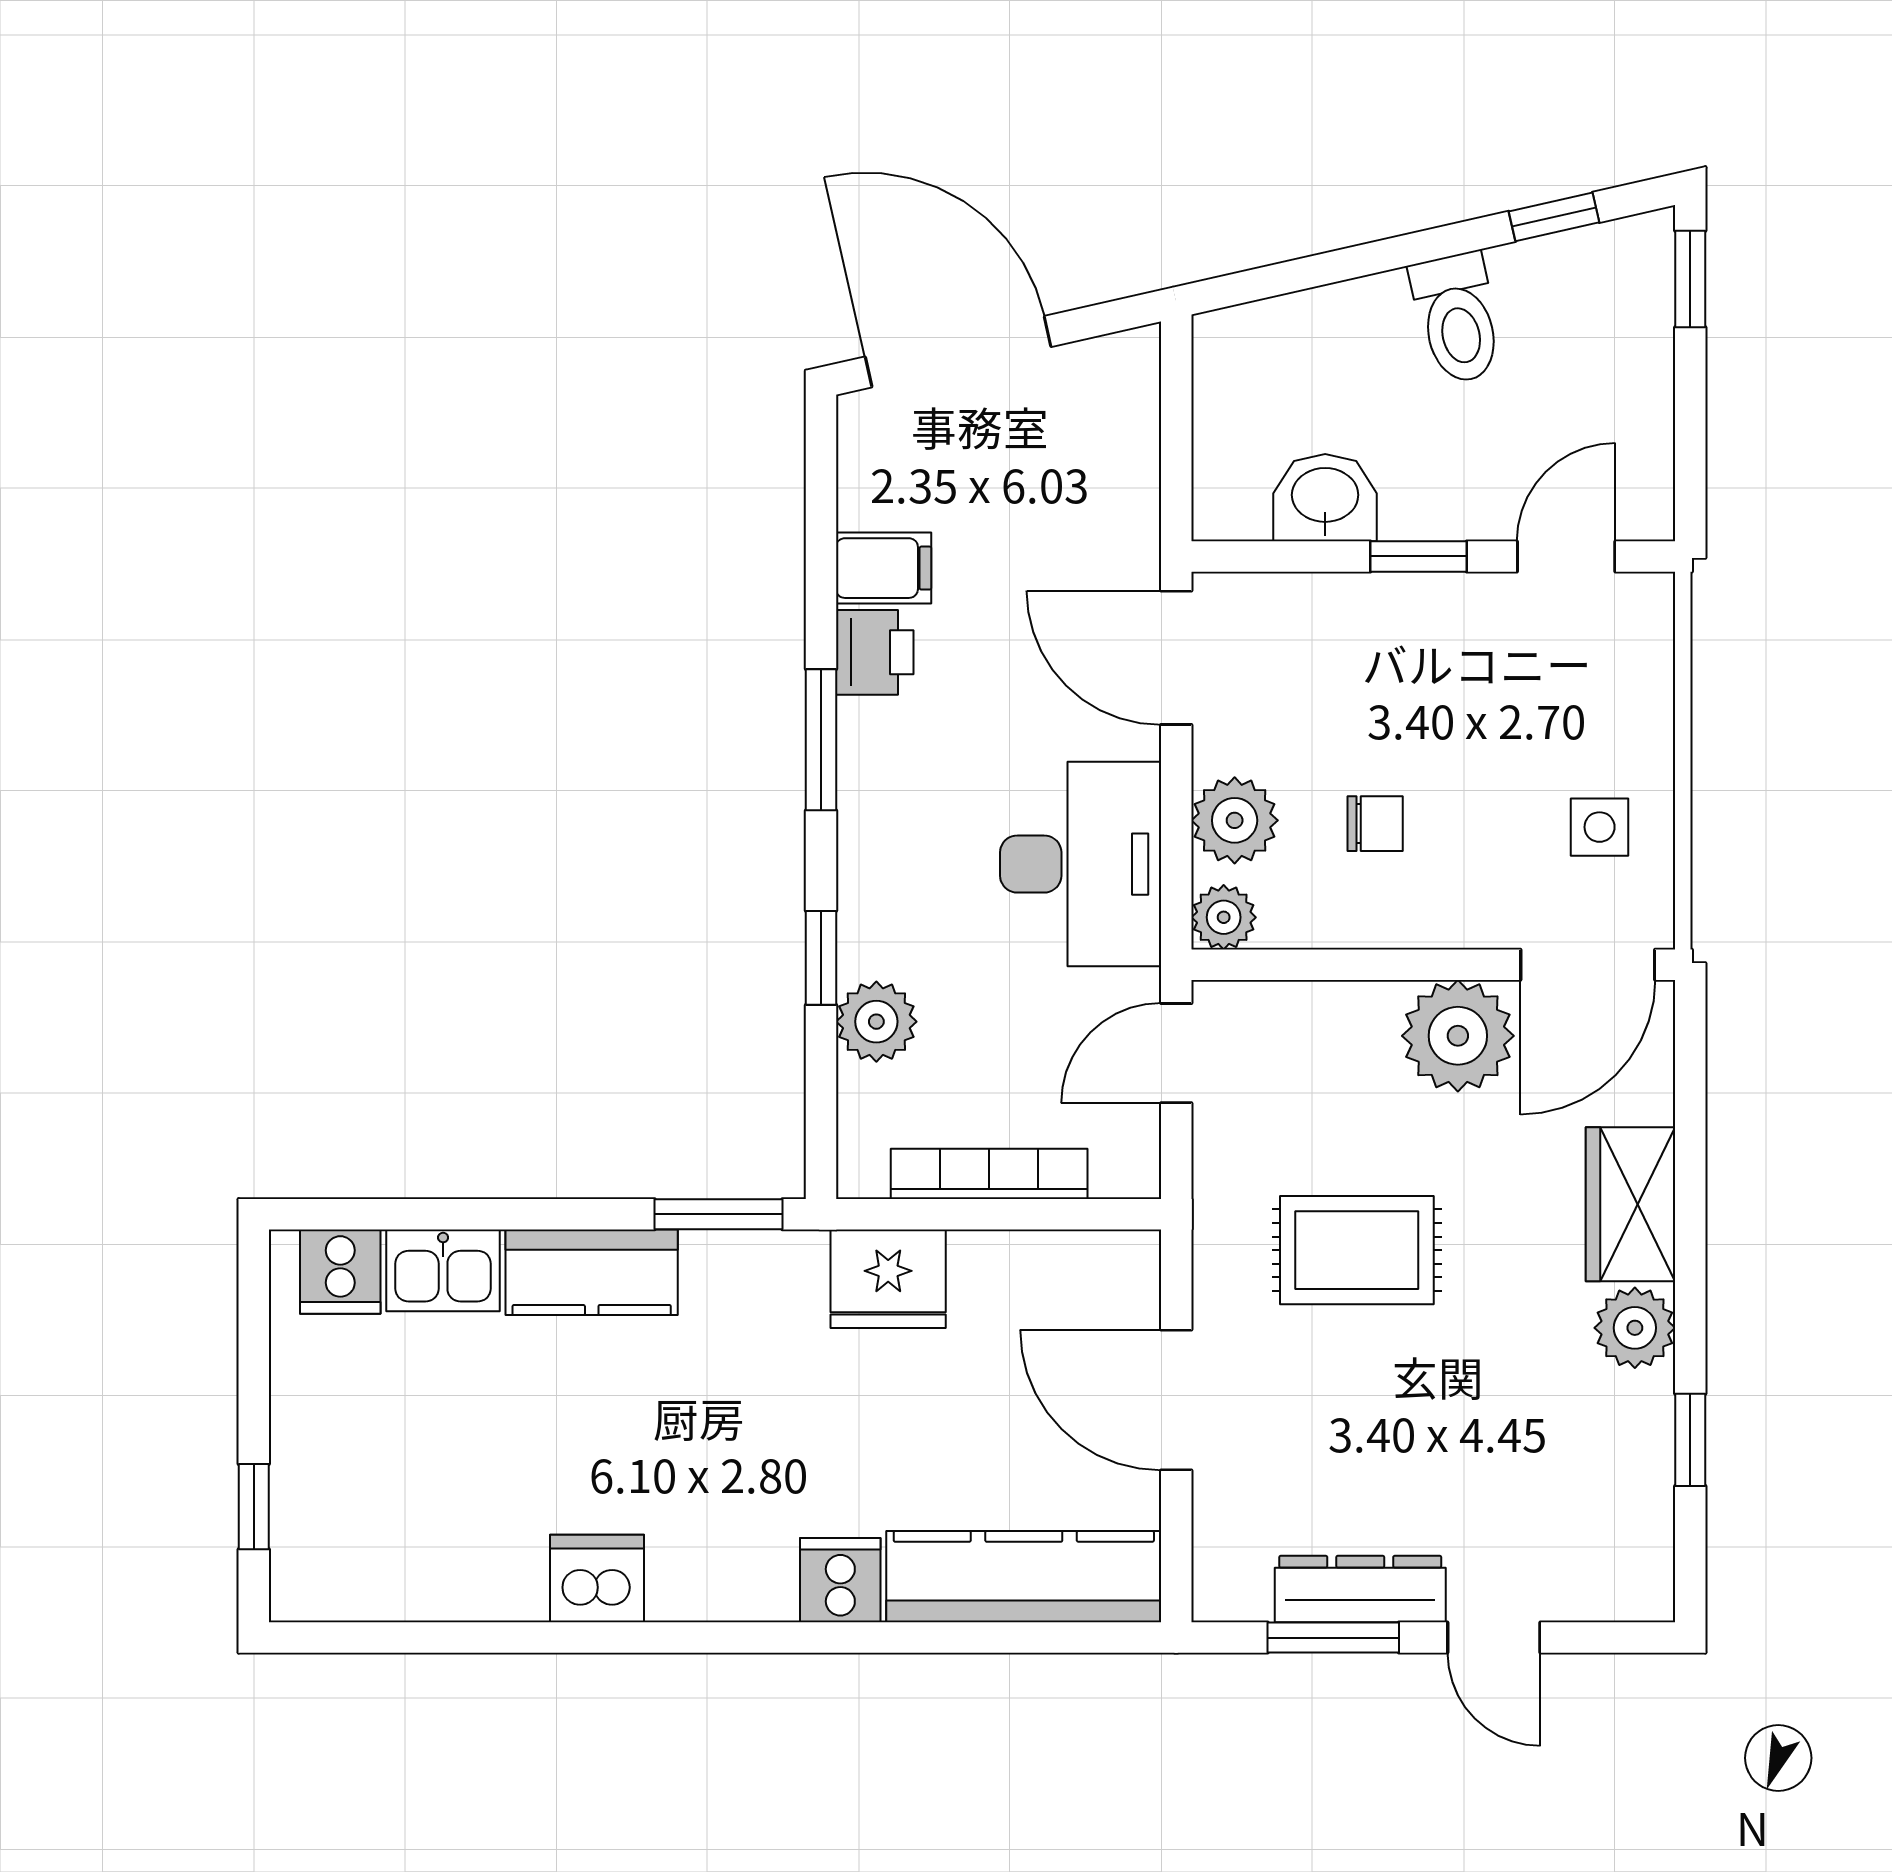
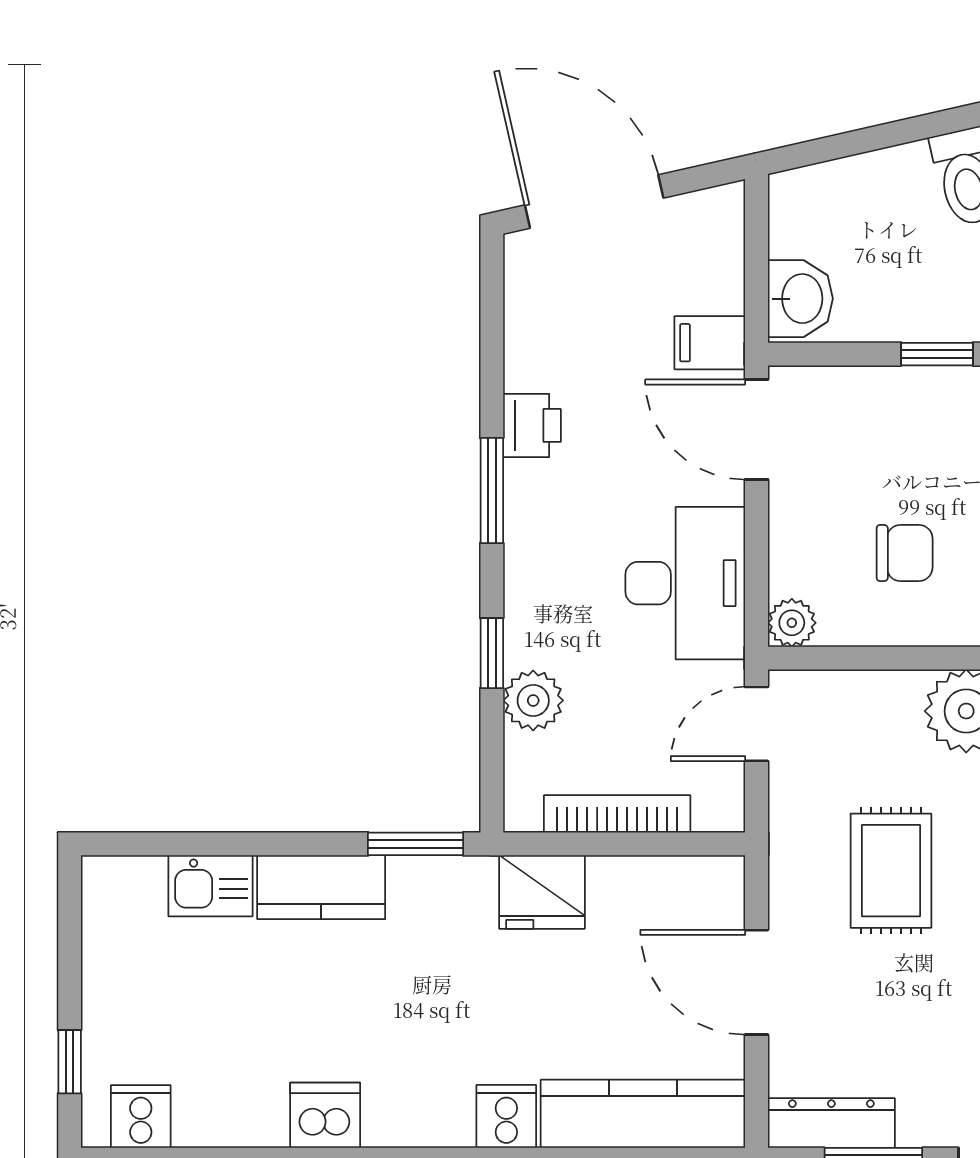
washbasin: (1325, 498) -> (800, 299), moved, turned 90
filing cabinet: (884, 568) -> (710, 343), moved, turned 180
plant: (1235, 820) -> (800, 551), removed
chair: (1375, 824) -> (905, 553), width x1.37, depth x1.37
rug: (1357, 1250) -> (891, 871), turned 90
cooker: (340, 1272) -> (141, 1116), moved, turned 180
dresser: (1360, 1589) -> (831, 1123), moved

